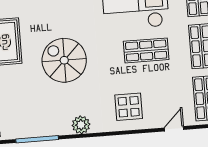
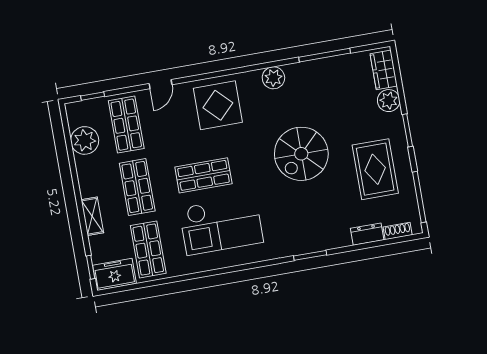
spiral stairs: (64, 60) -> (301, 154), turned 90
display table: (129, 107) -> (218, 105), width x1.36, depth x1.36

